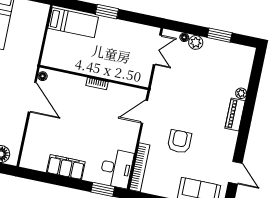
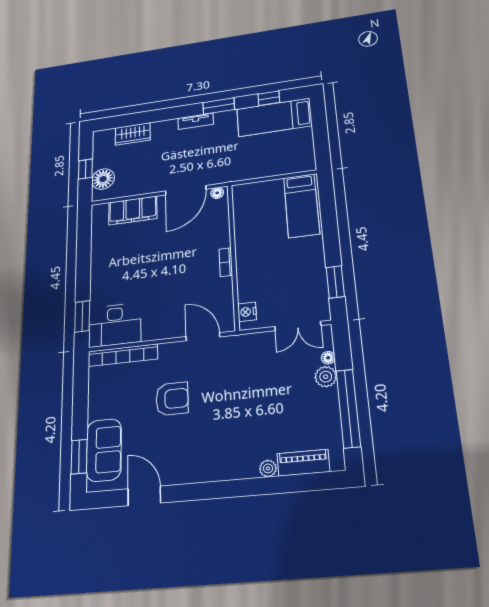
window: (107, 12) -> (335, 282), moved
window: (220, 35) -> (348, 408), width x2.11
nightstand: (137, 79) -> (247, 312), added
piano: (235, 114) -> (303, 463), moved
filing cabinet: (66, 167) -> (133, 210), moved, turned 90
door: (235, 173) -> (144, 496), swing flipped

